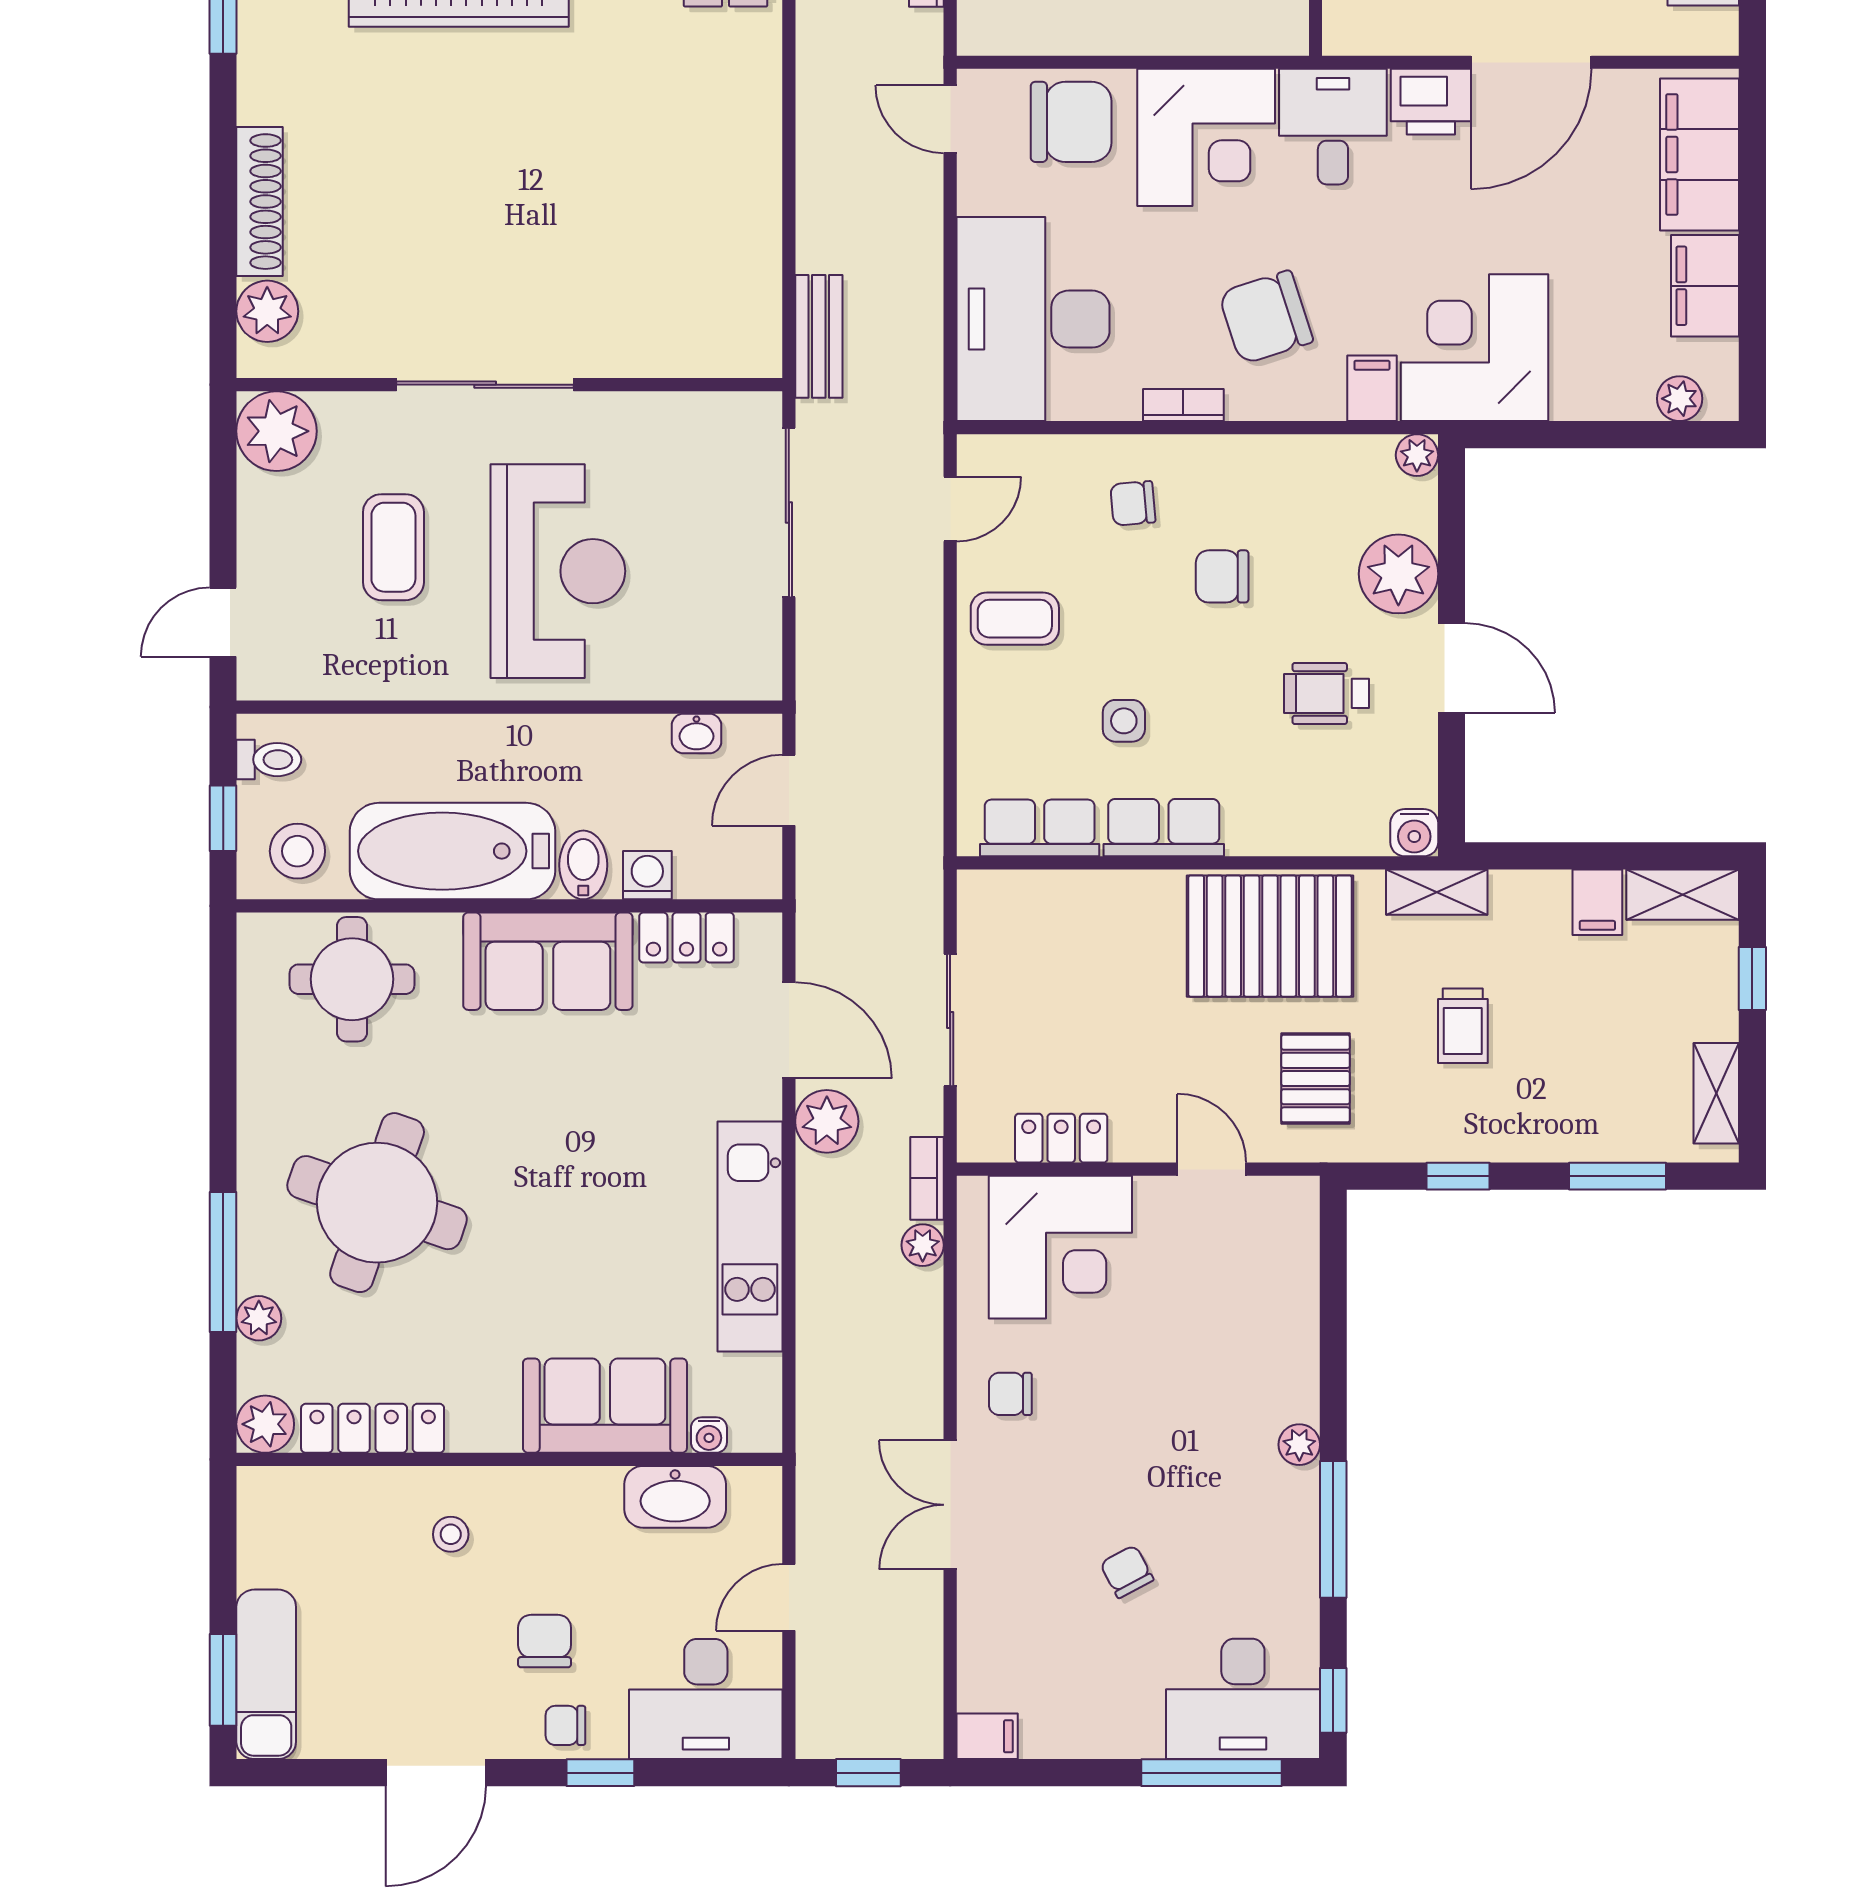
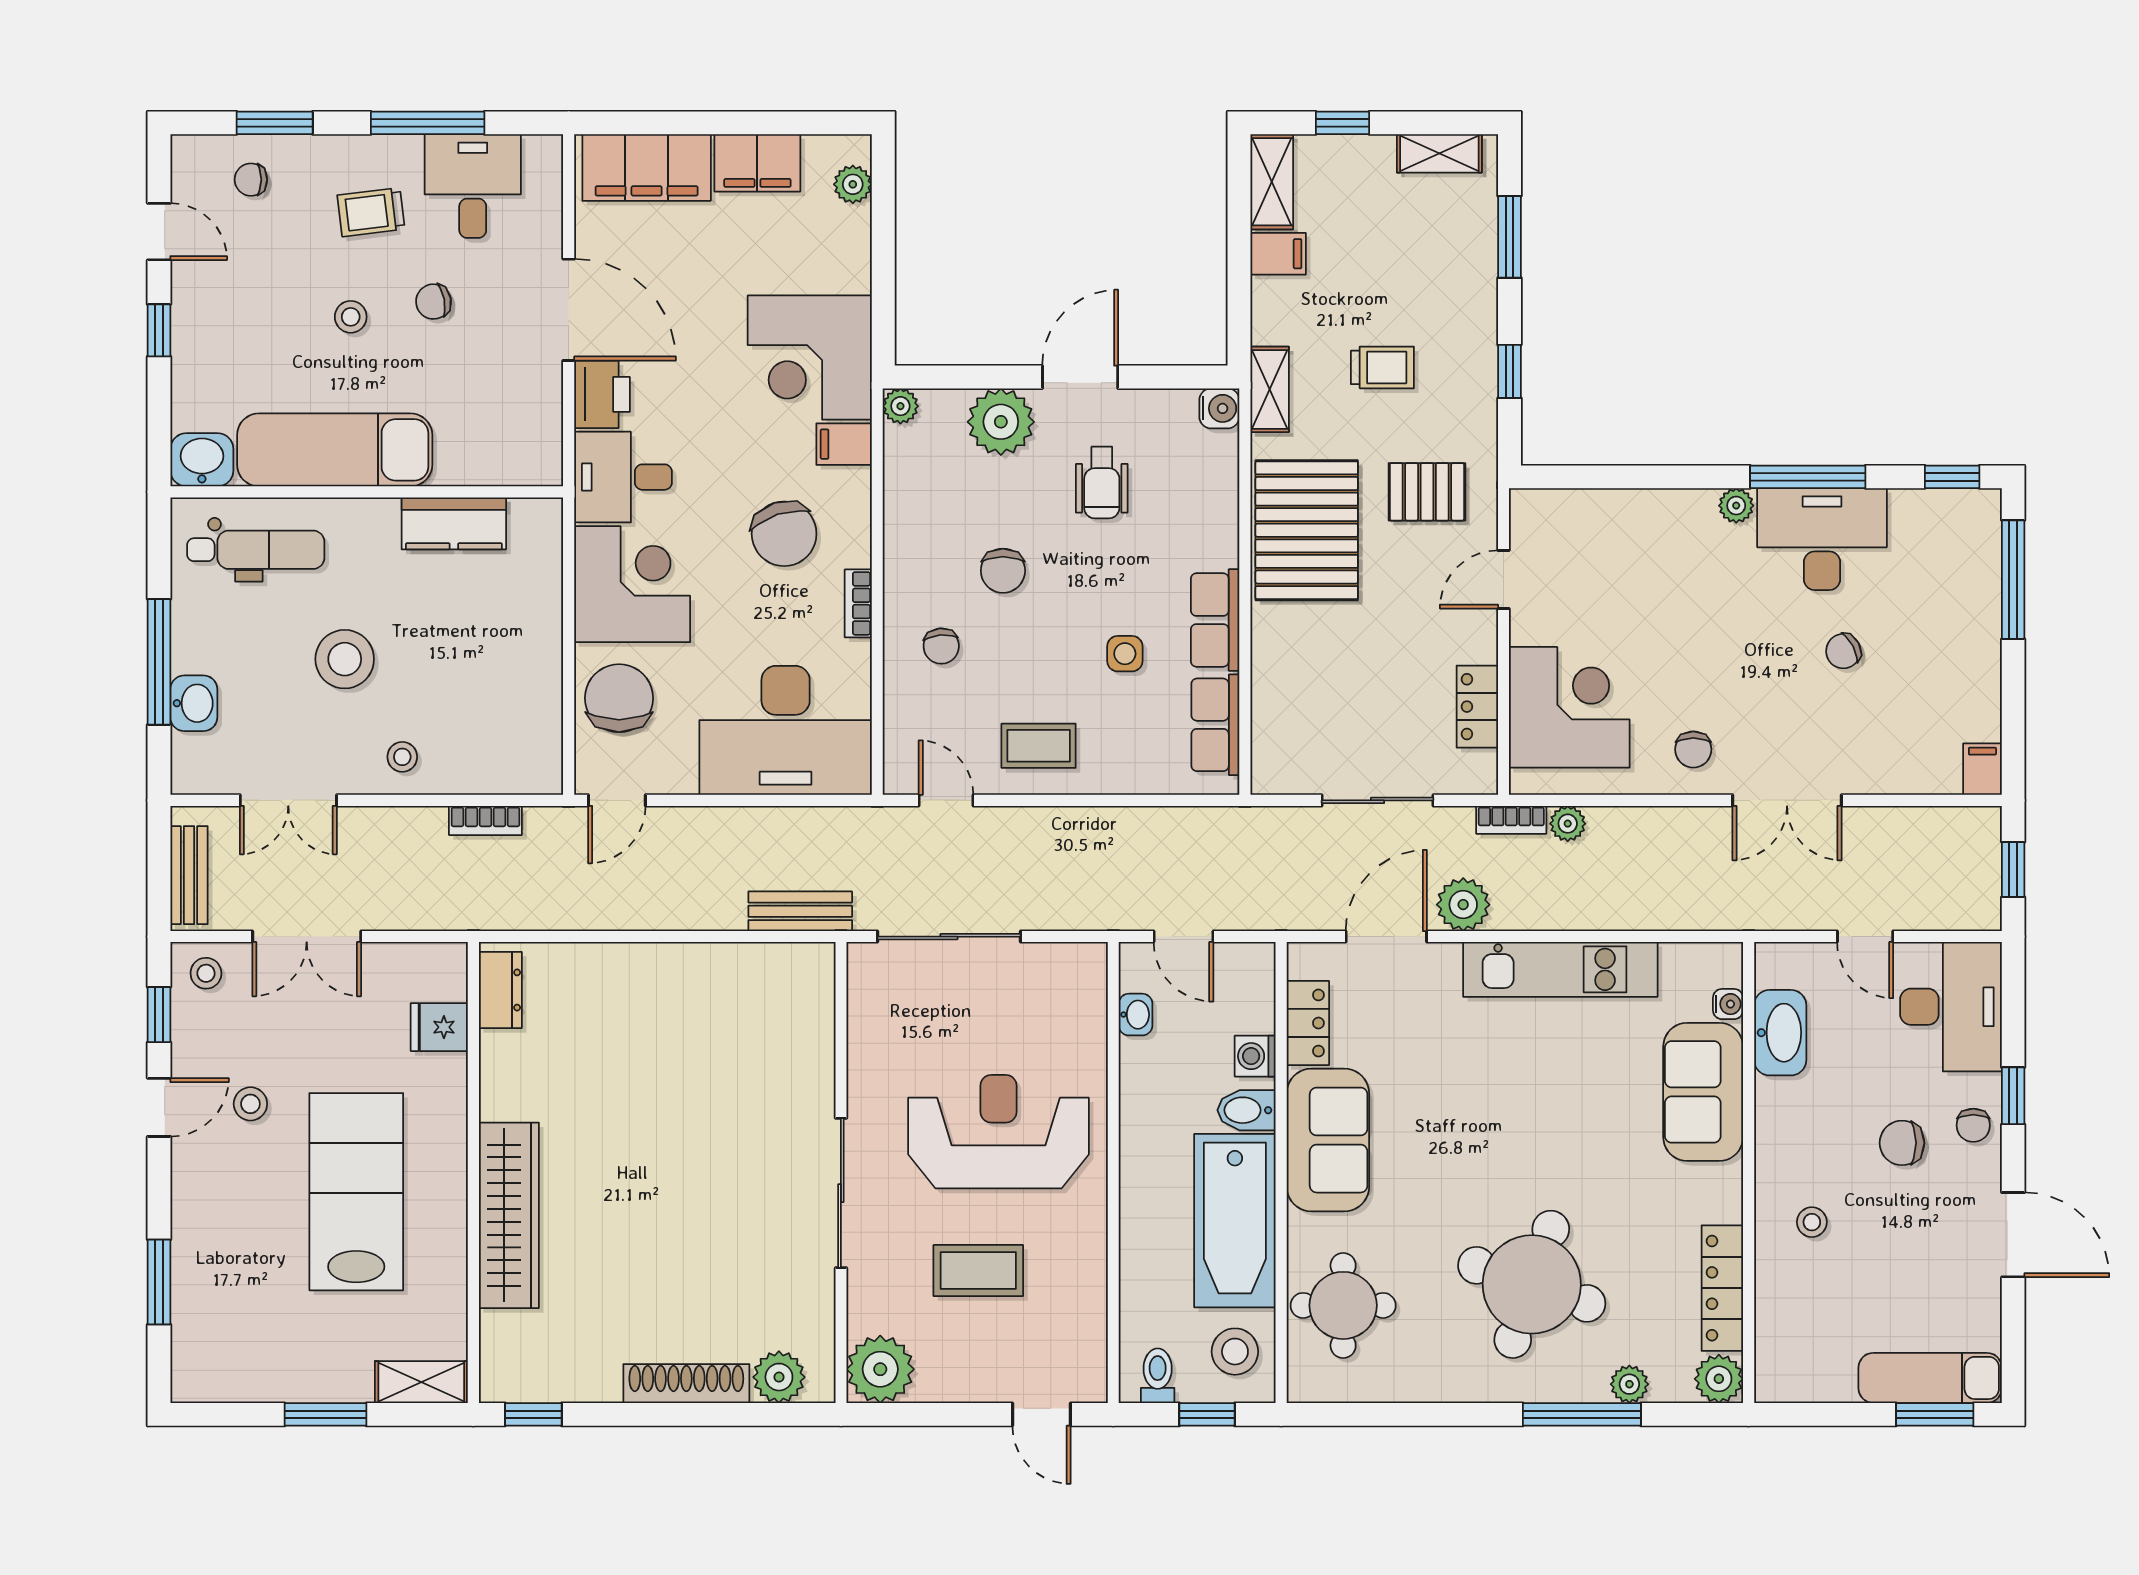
coffee table: (1015, 619) -> (1039, 746), turned 90
desk: (1243, 1699) -> (1822, 539), moved, turned -90

